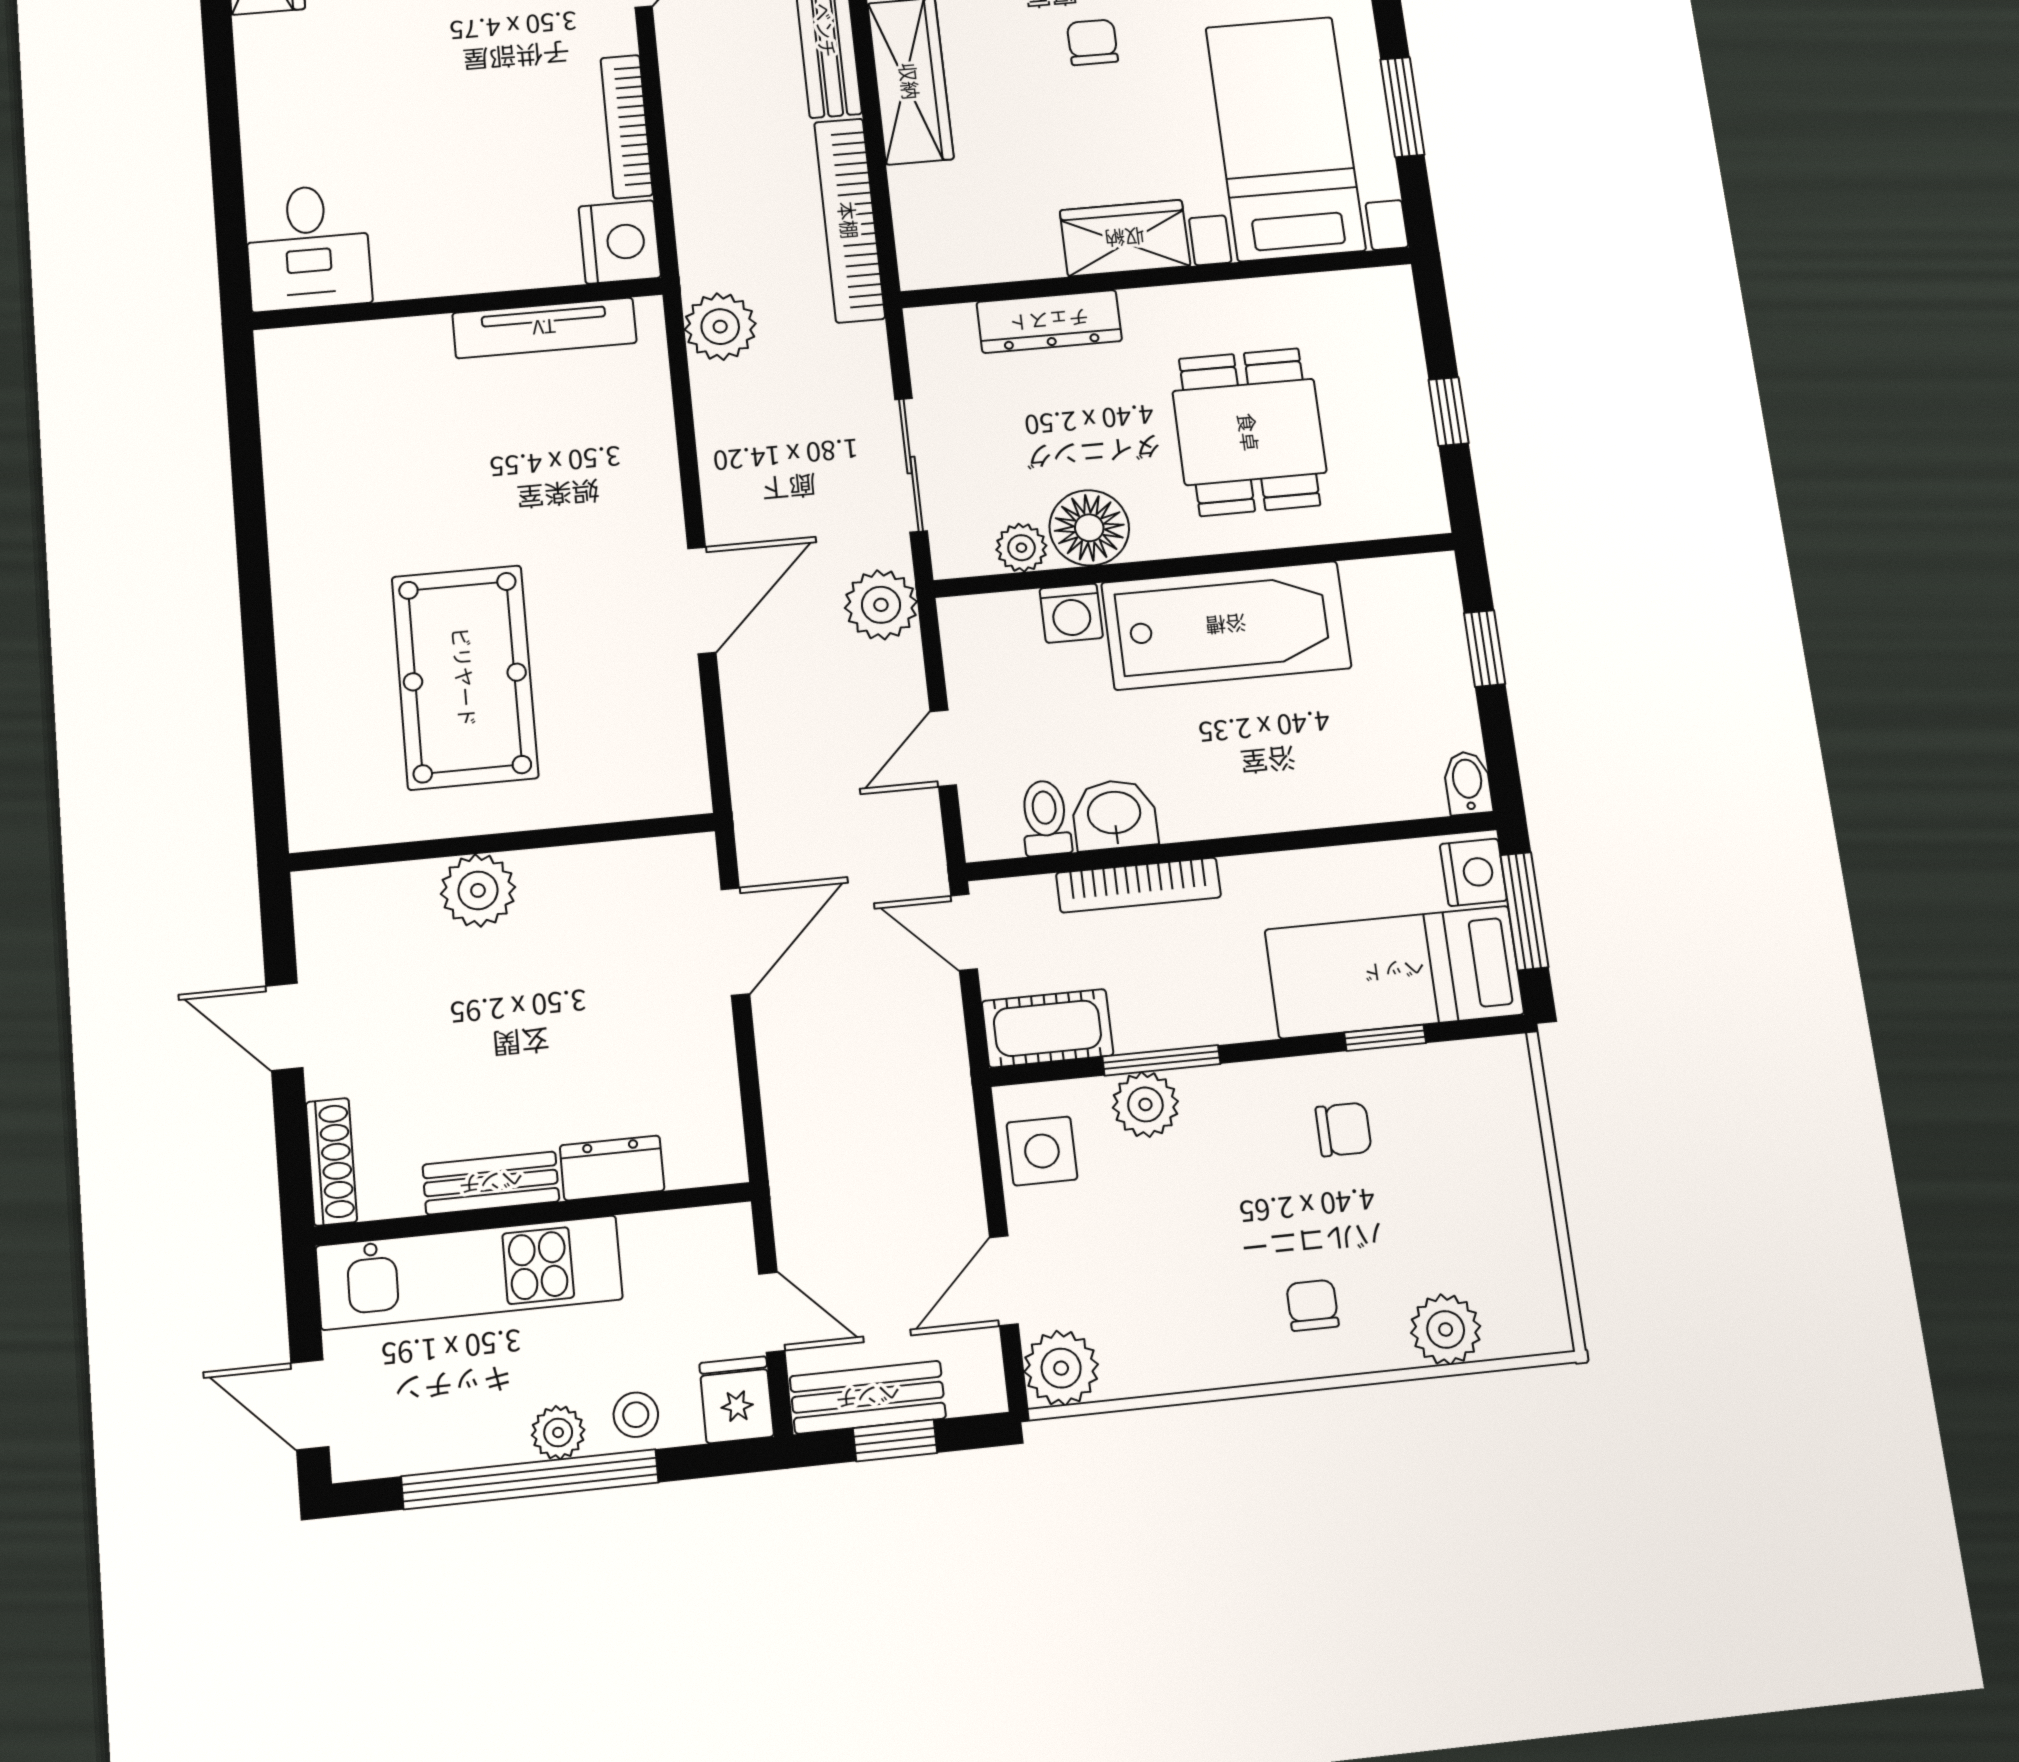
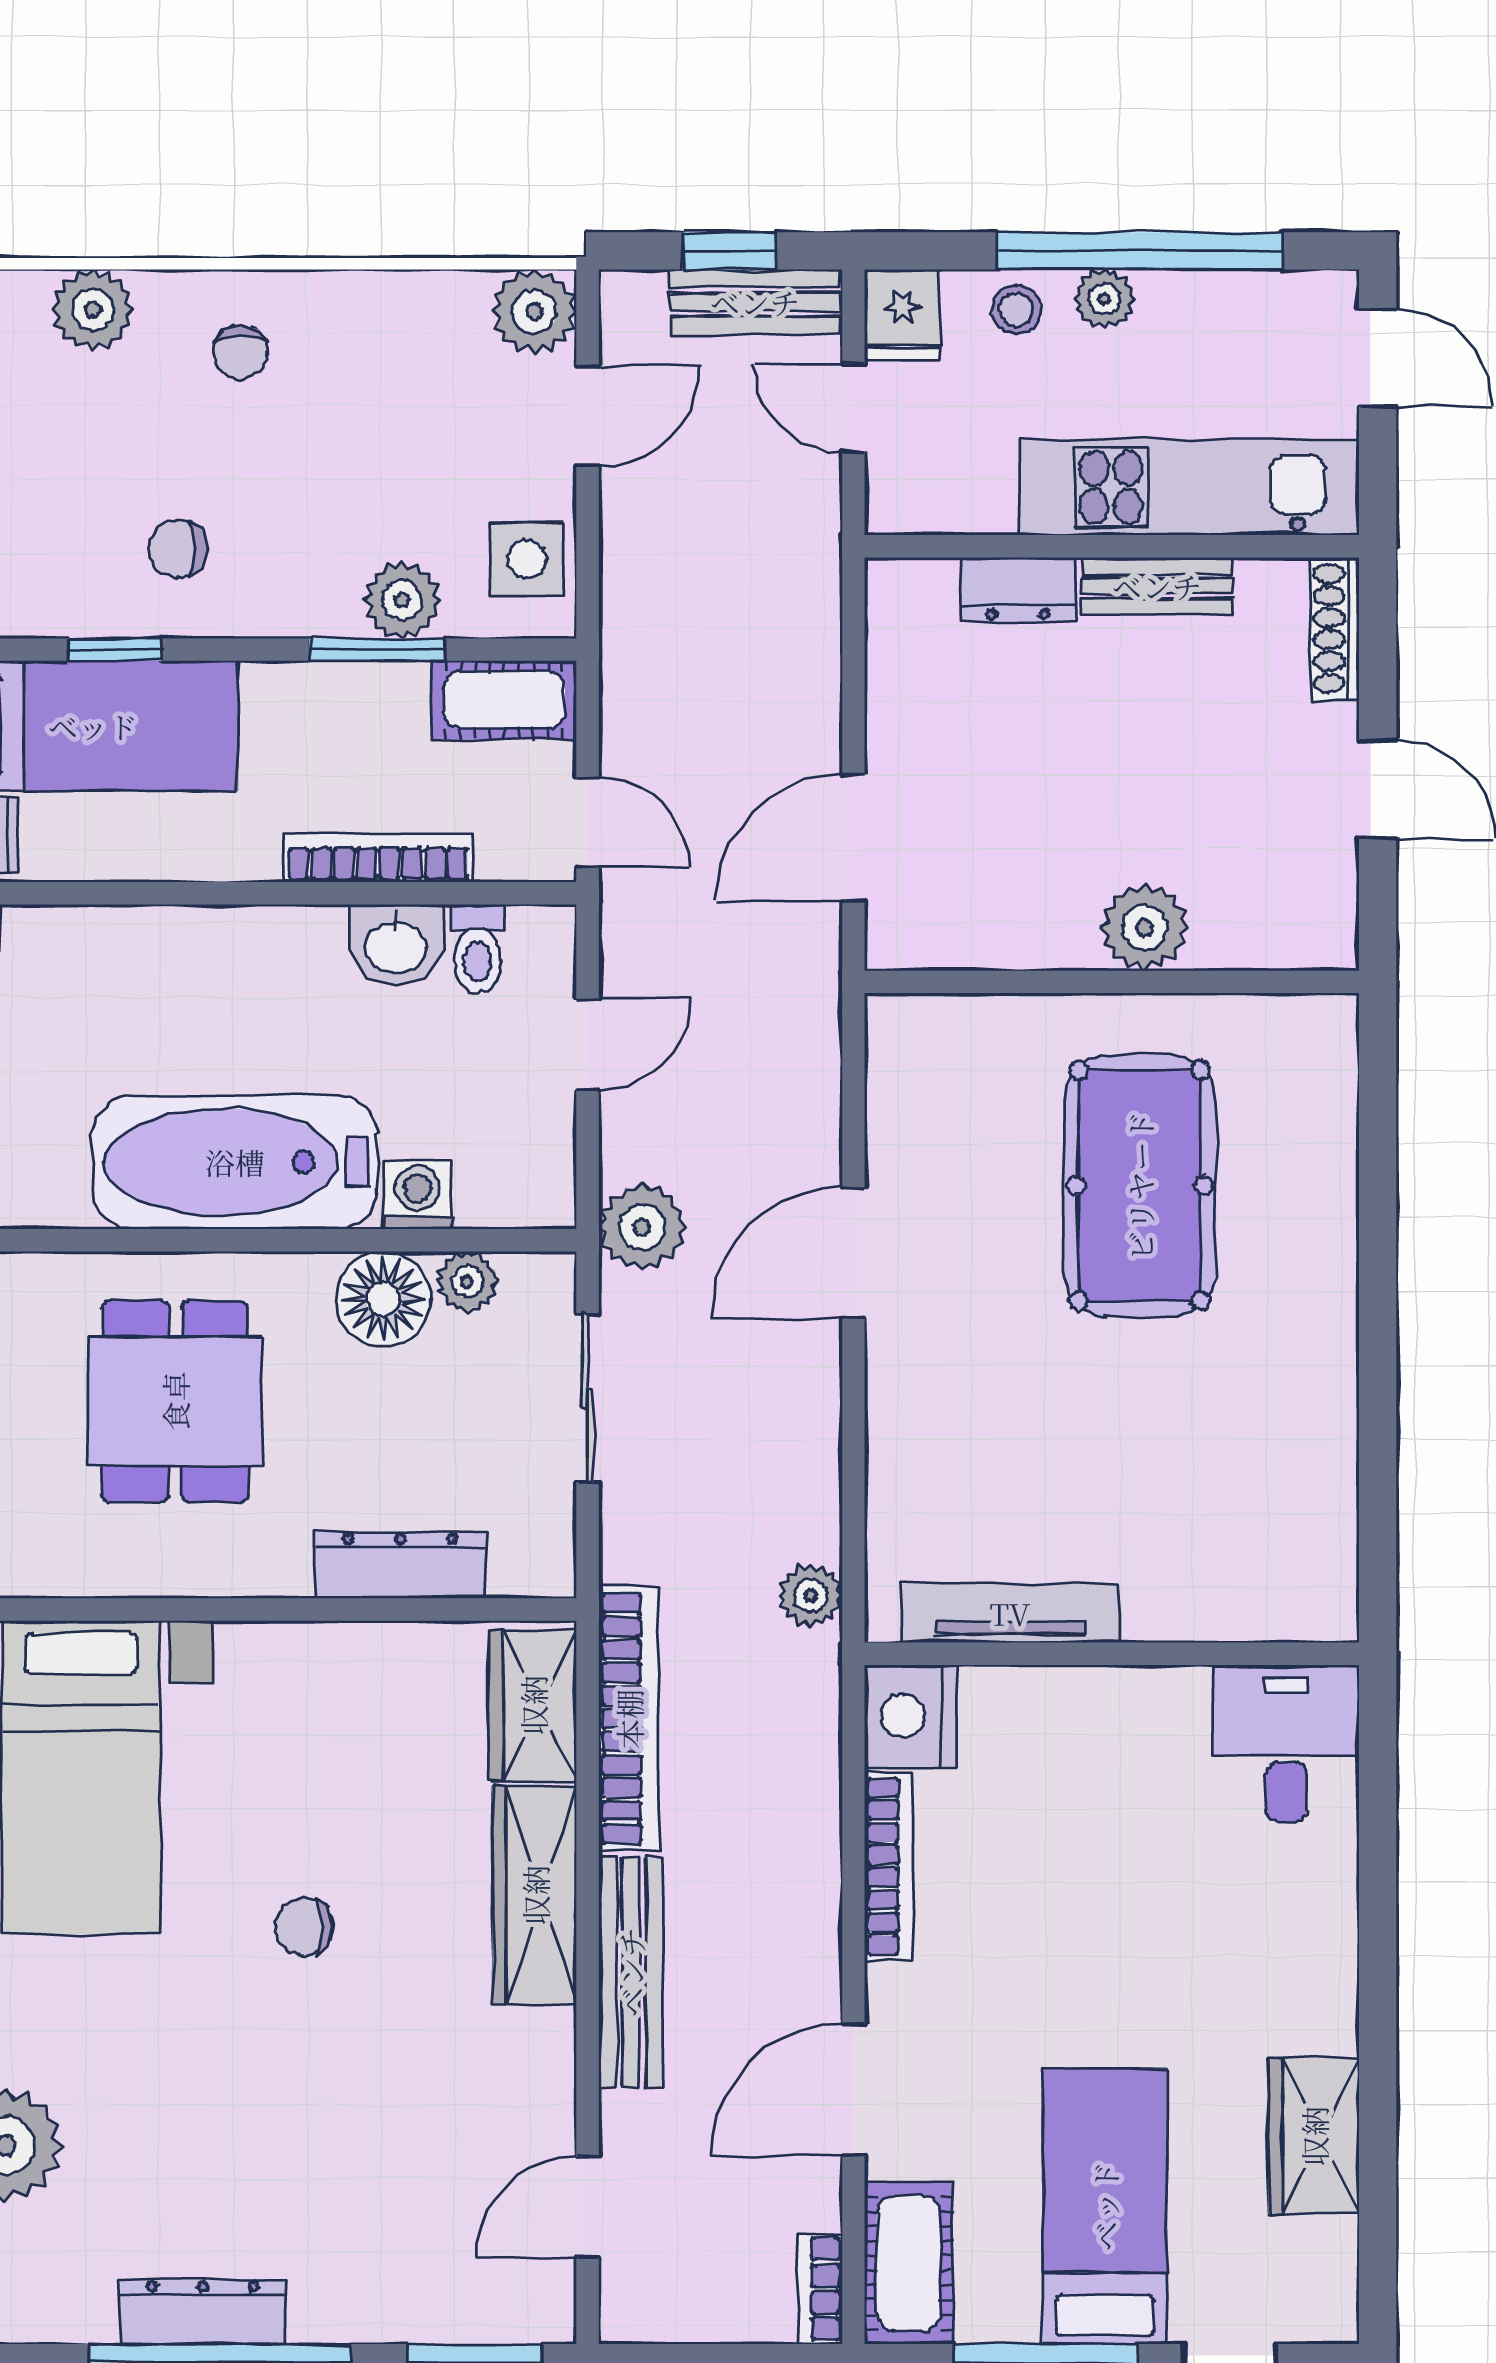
chair: (1092, 42) -> (304, 1927), turned 90
wardrobe: (1125, 238) -> (533, 1705), moved, turned 90
plant: (720, 327) -> (811, 1595), width x0.73, depth x0.73

